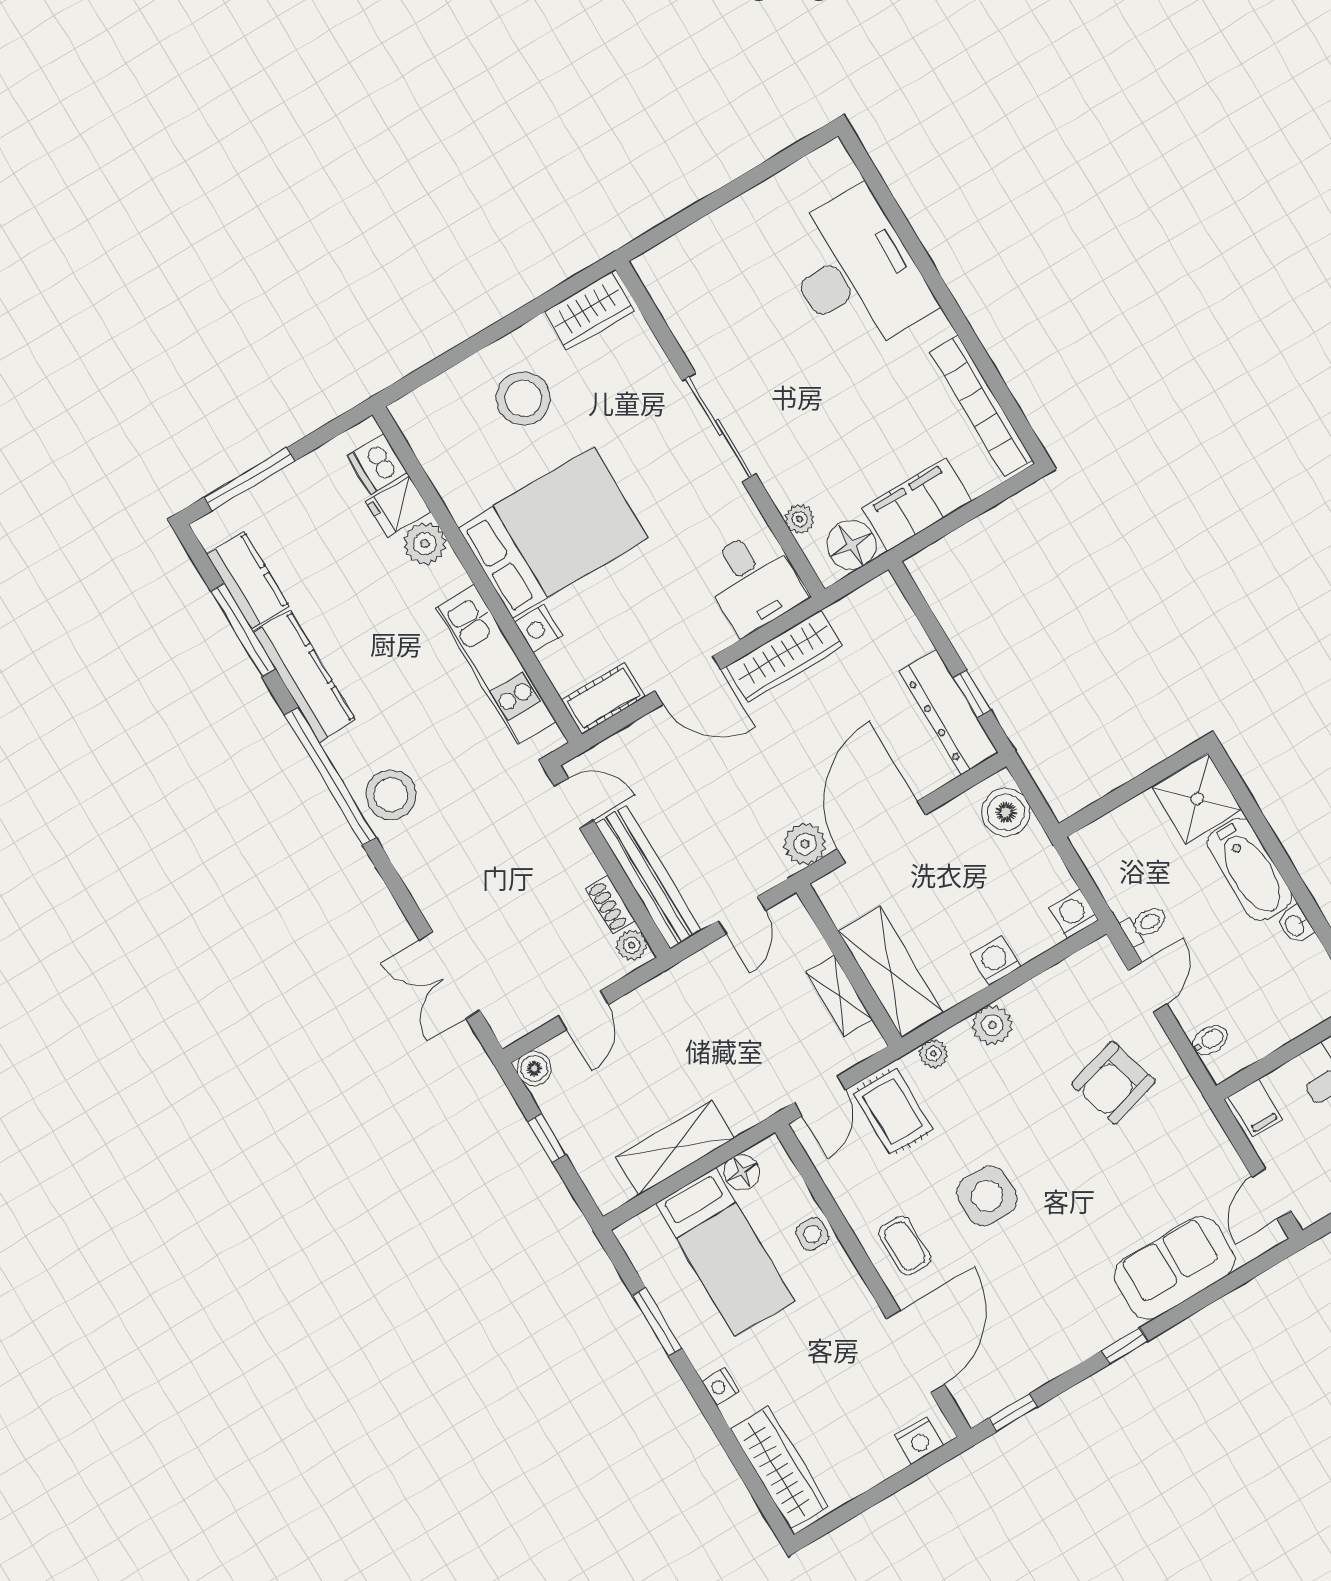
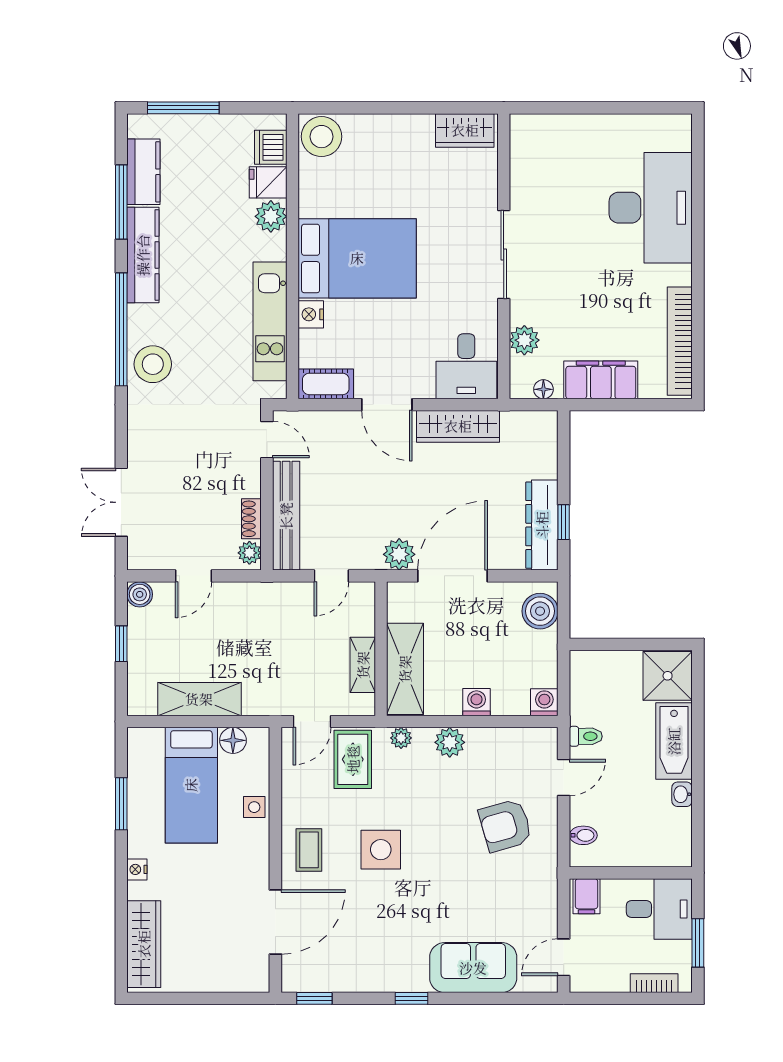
stool: (523, 398) -> (321, 137), moved
plant: (800, 519) -> (524, 340), width x1.38, depth x1.38
floor lamp: (851, 545) -> (543, 389), width x0.53, depth x0.53
nightstand: (919, 1440) -> (243, 980), removed

